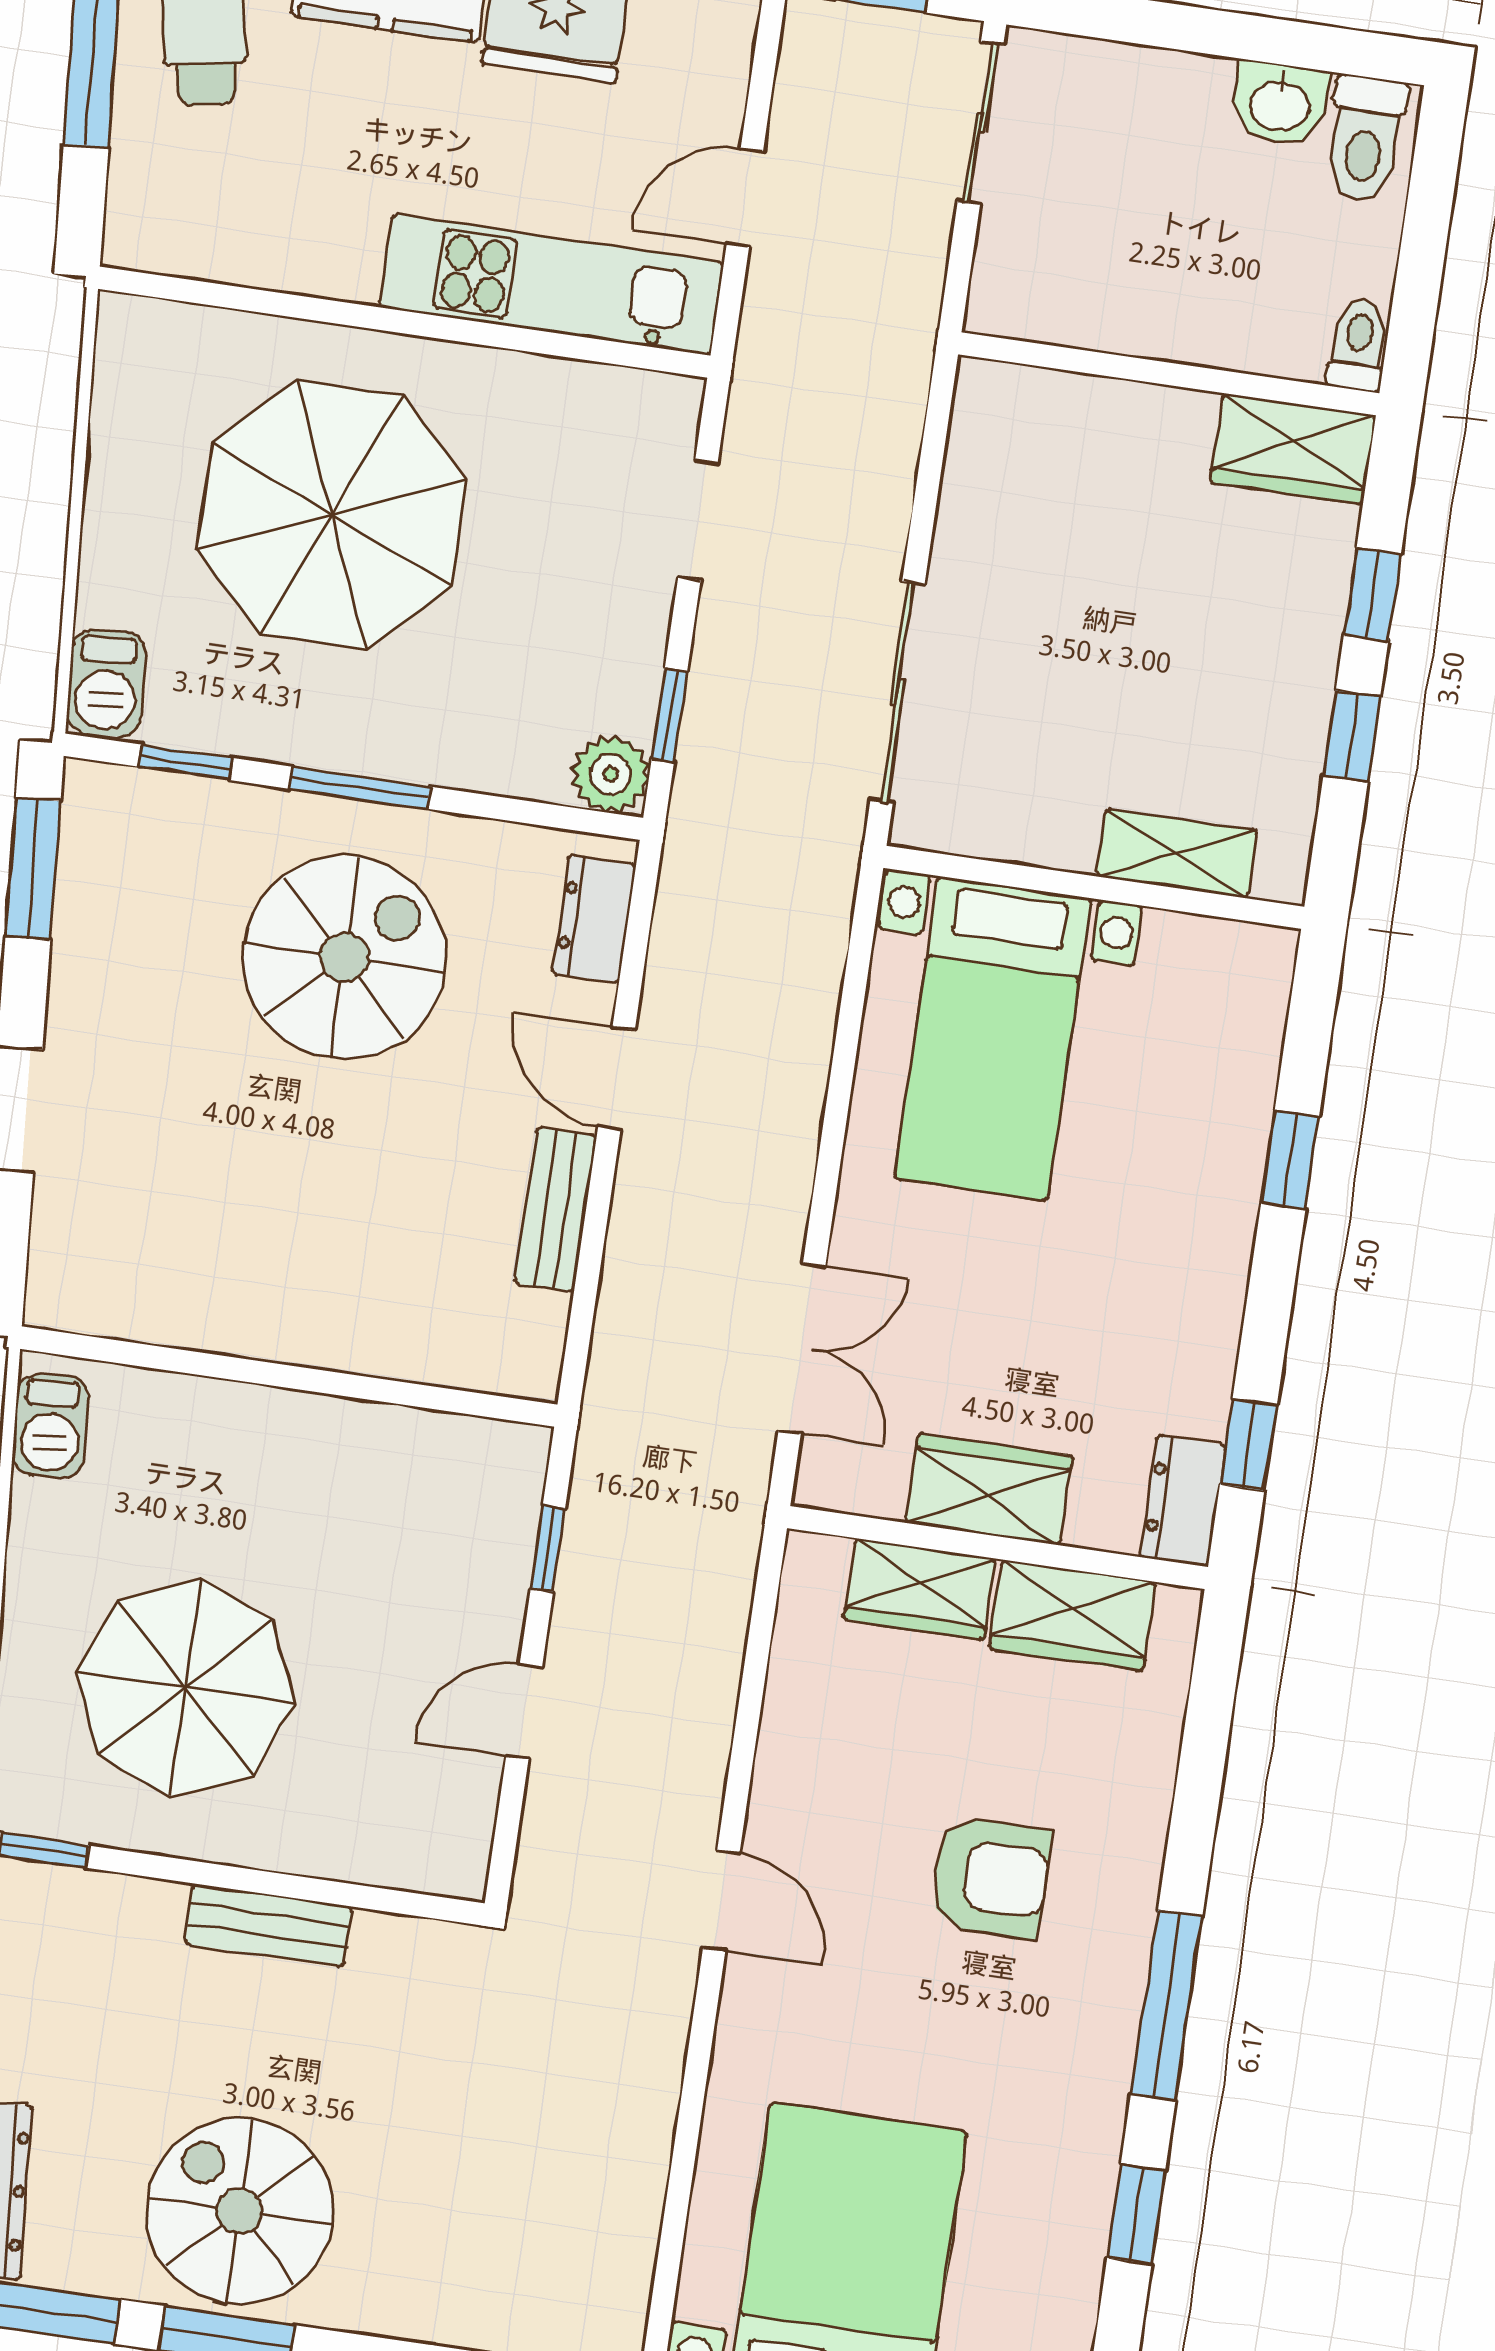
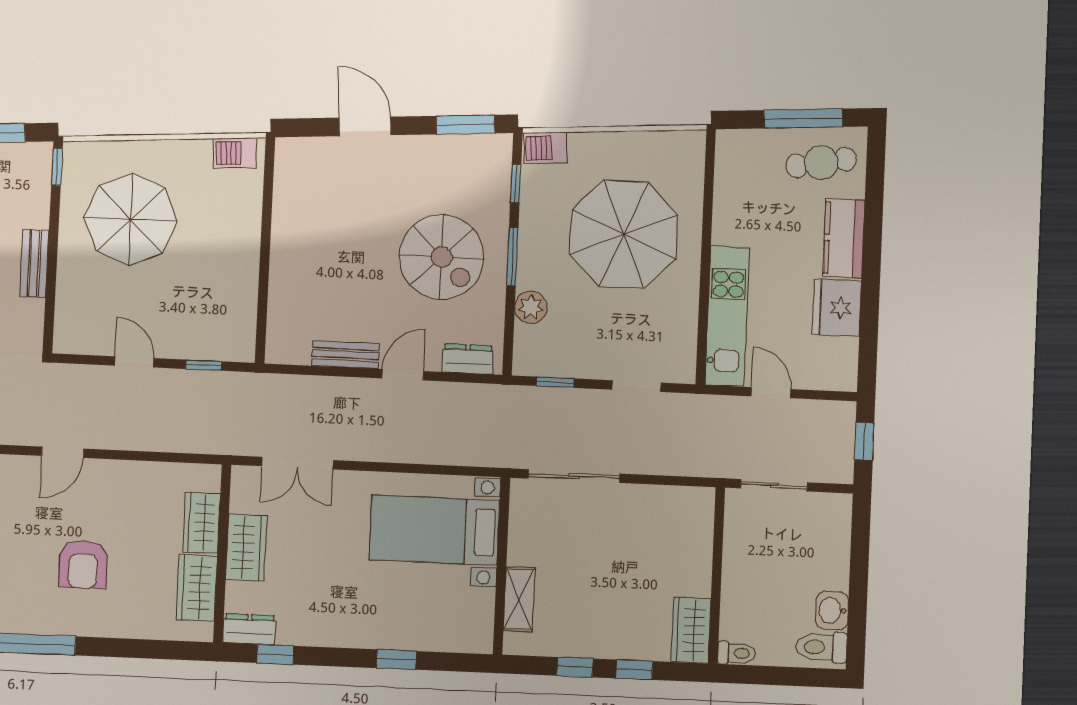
sliding door: (981, 123) -> (774, 485), moved
plant: (610, 774) -> (531, 307), moved

